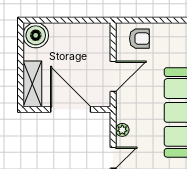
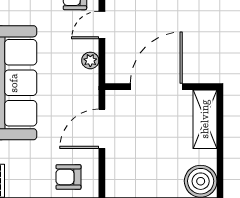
door: (71, 109) -> (156, 87), swing flipped

